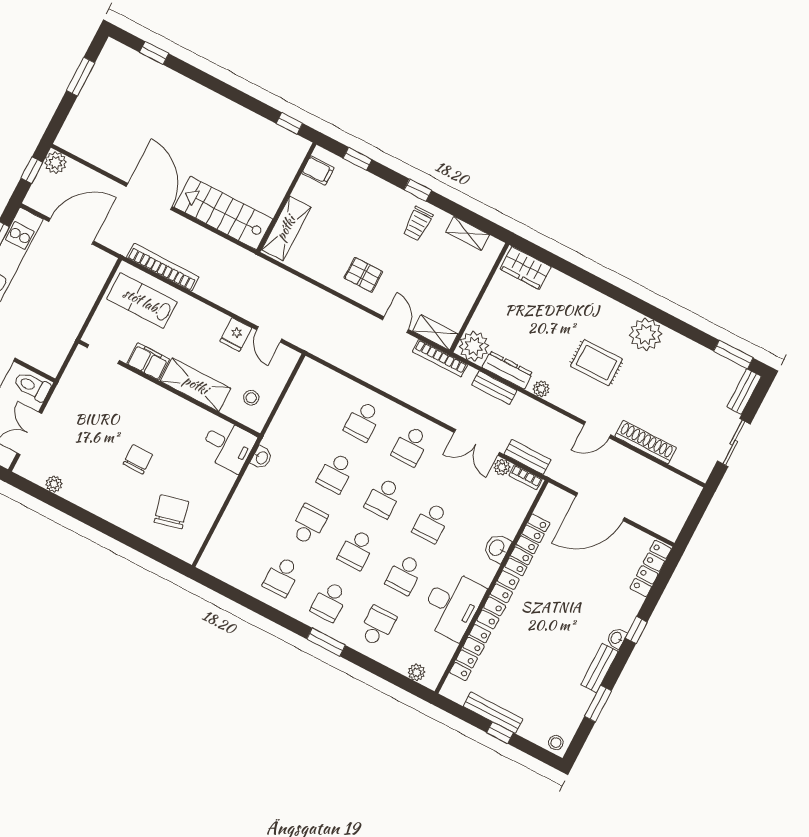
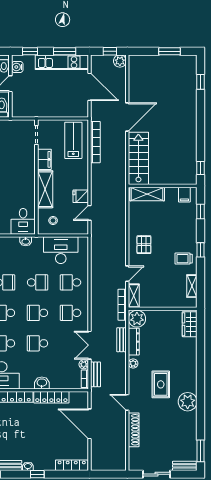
desk: (304, 410) -> (61, 250), added
school desk: (336, 473) -> (38, 282), turned 180

